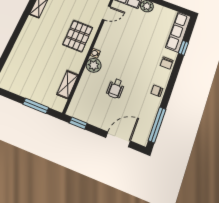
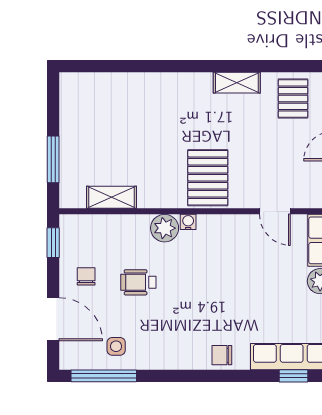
pallet: (78, 36) -> (208, 178), turned 90
window: (183, 48) -> (294, 376), moved
chair: (157, 91) -> (86, 276), moved
side table: (144, 112) -> (116, 346), added

